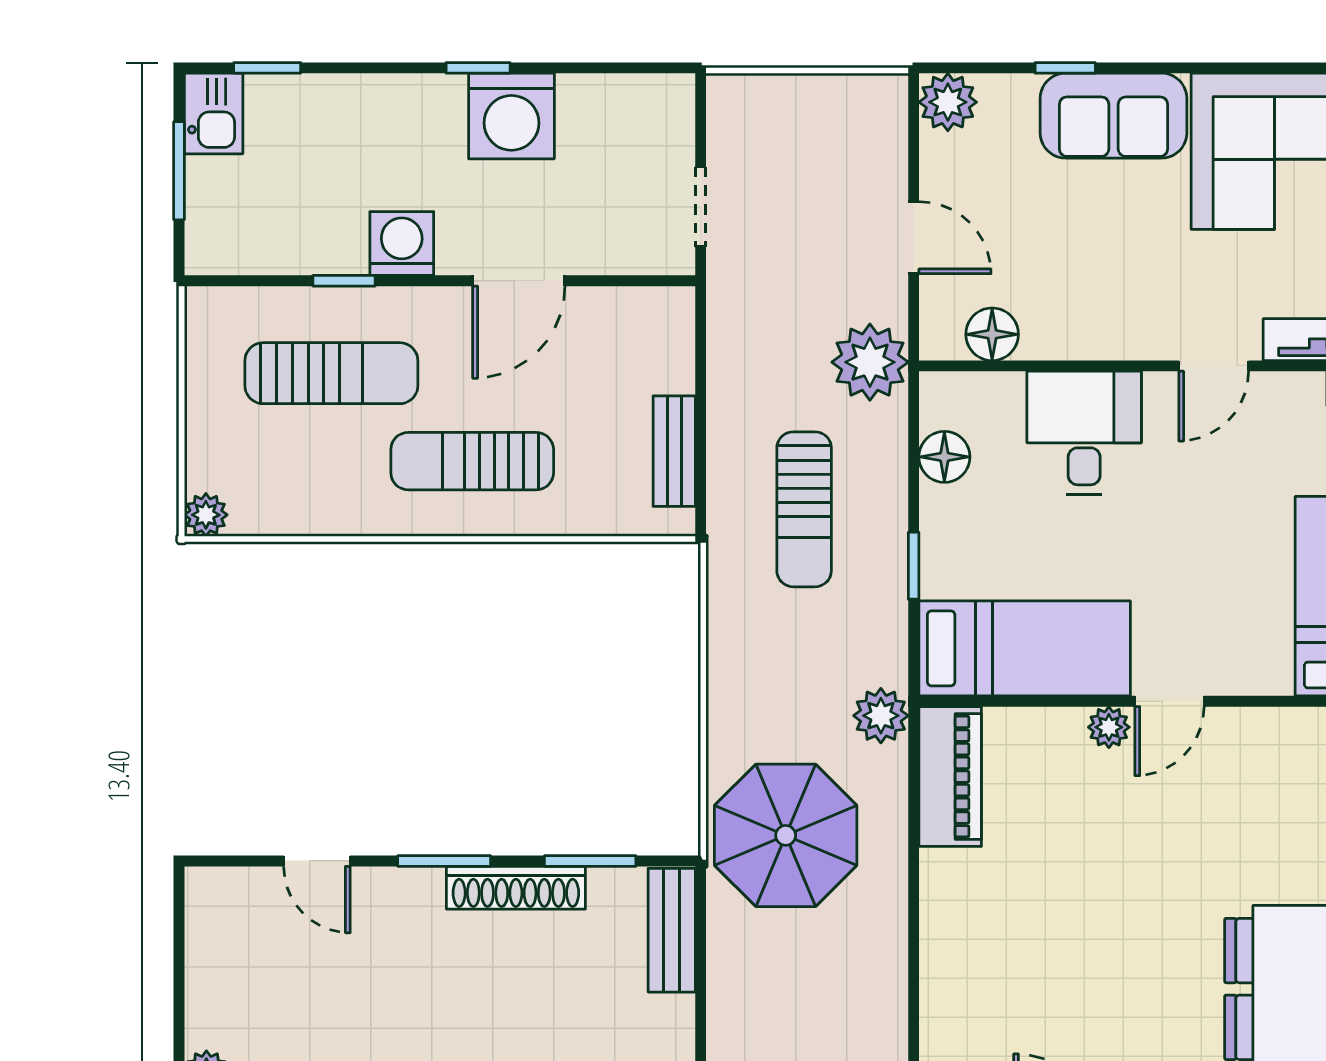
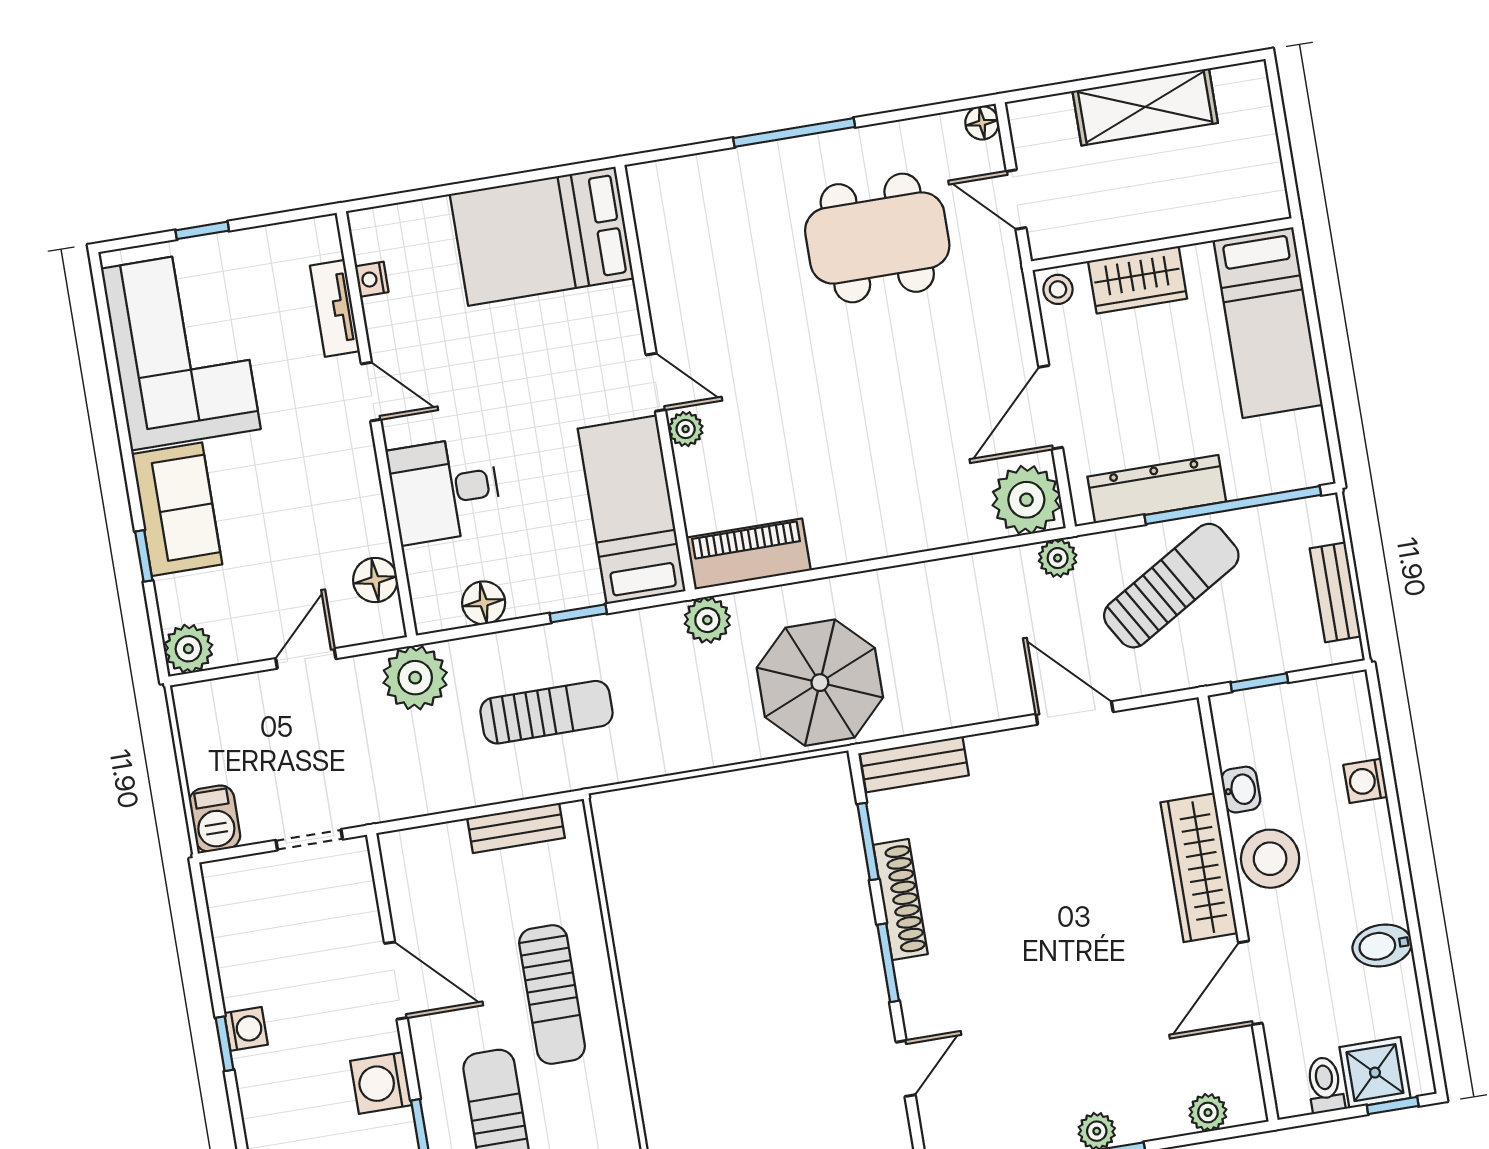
barbecue: (744, 100) -> (215, 819), added
washing machine: (511, 116) -> (246, 1029), width x0.53, depth x0.53

